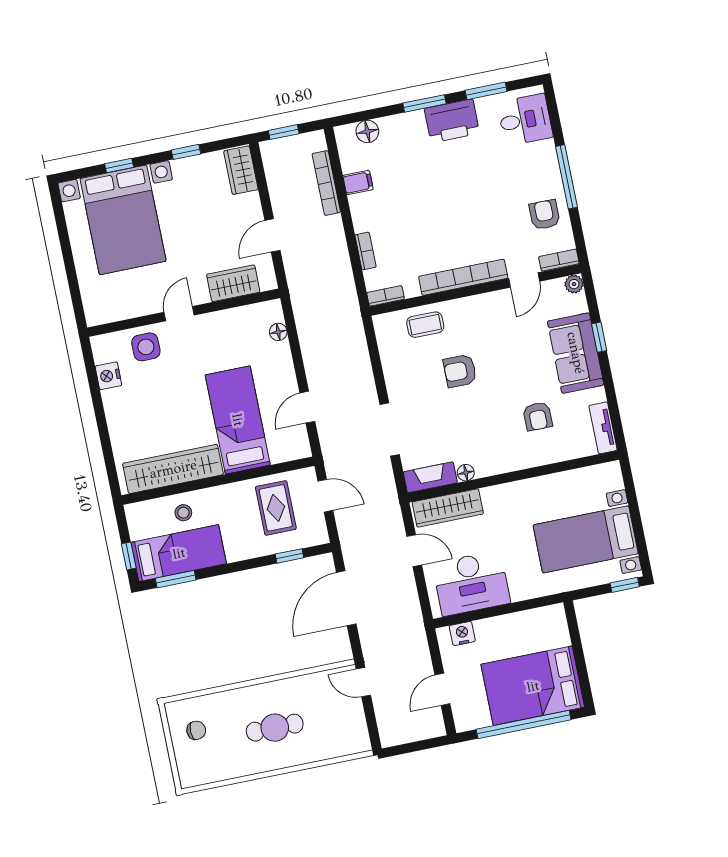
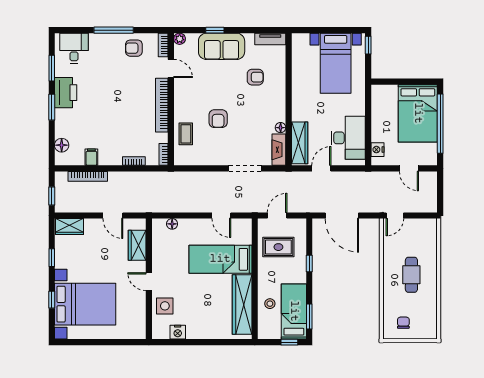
window: (289, 556) -> (309, 263), moved

